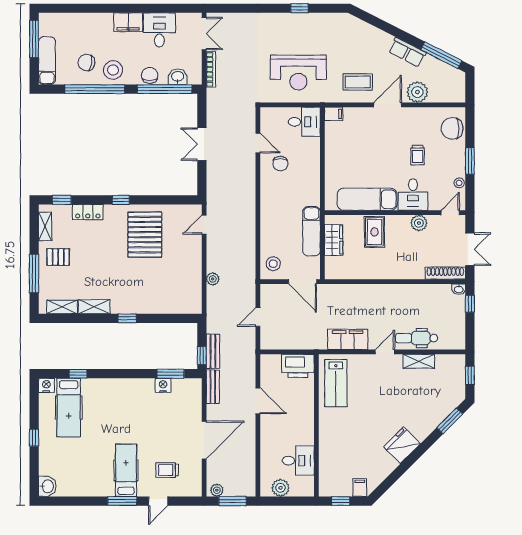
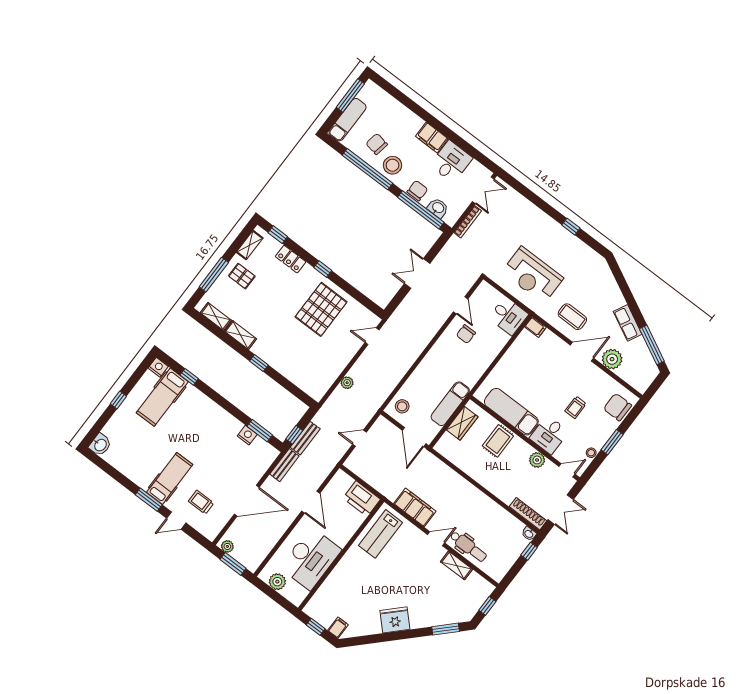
dental chair: (417, 338) -> (468, 546), turned 180
desk: (298, 461) -> (311, 559), width x1.87, depth x1.30

